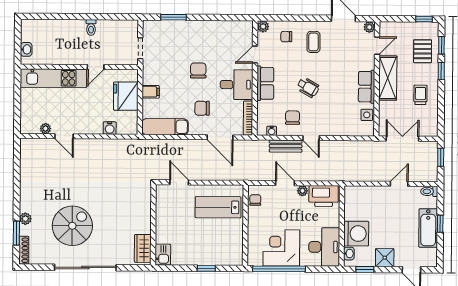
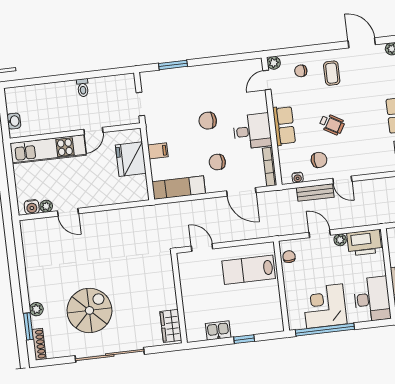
door: (255, 55) -> (267, 80), moved
chair: (198, 70) -> (208, 121), turned -90
chair: (293, 118) -> (319, 160), turned 85
water cooler: (110, 128) -> (32, 207), moved
kitchen sink: (163, 255) -> (218, 330), moved, turned -90

